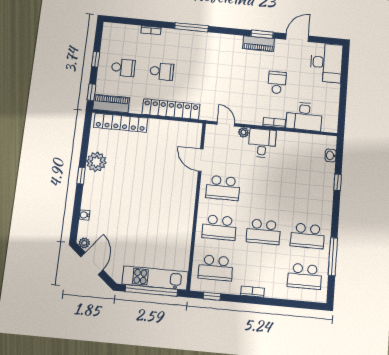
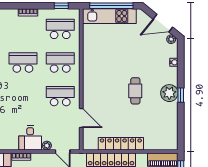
locker: (121, 123) -> (121, 144), moved
plant: (96, 162) -> (169, 93), moved
cafe table: (134, 186) -> (135, 91), added
door: (92, 263) -> (163, 23), hinge flipped

